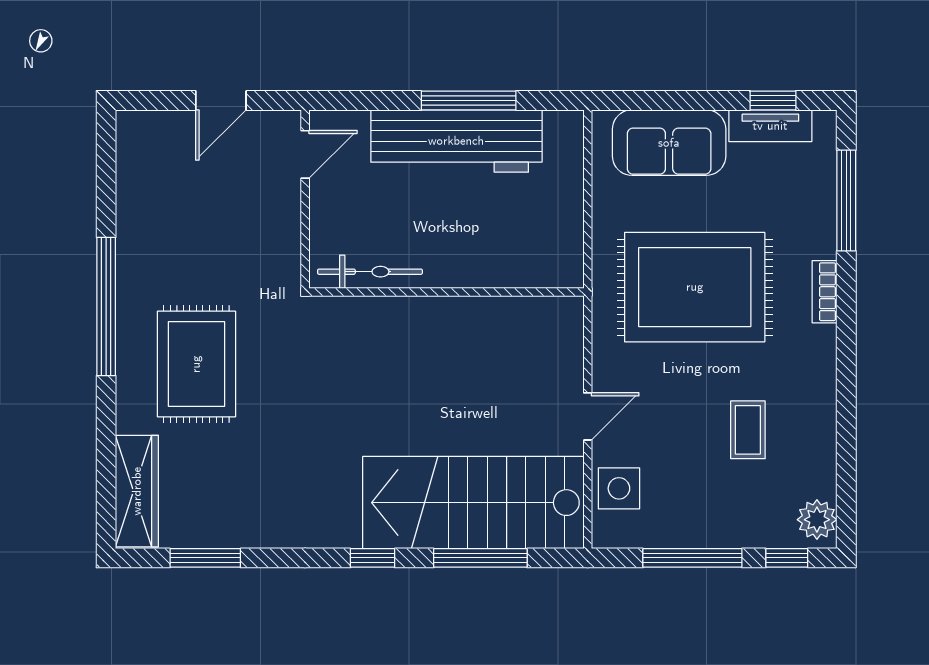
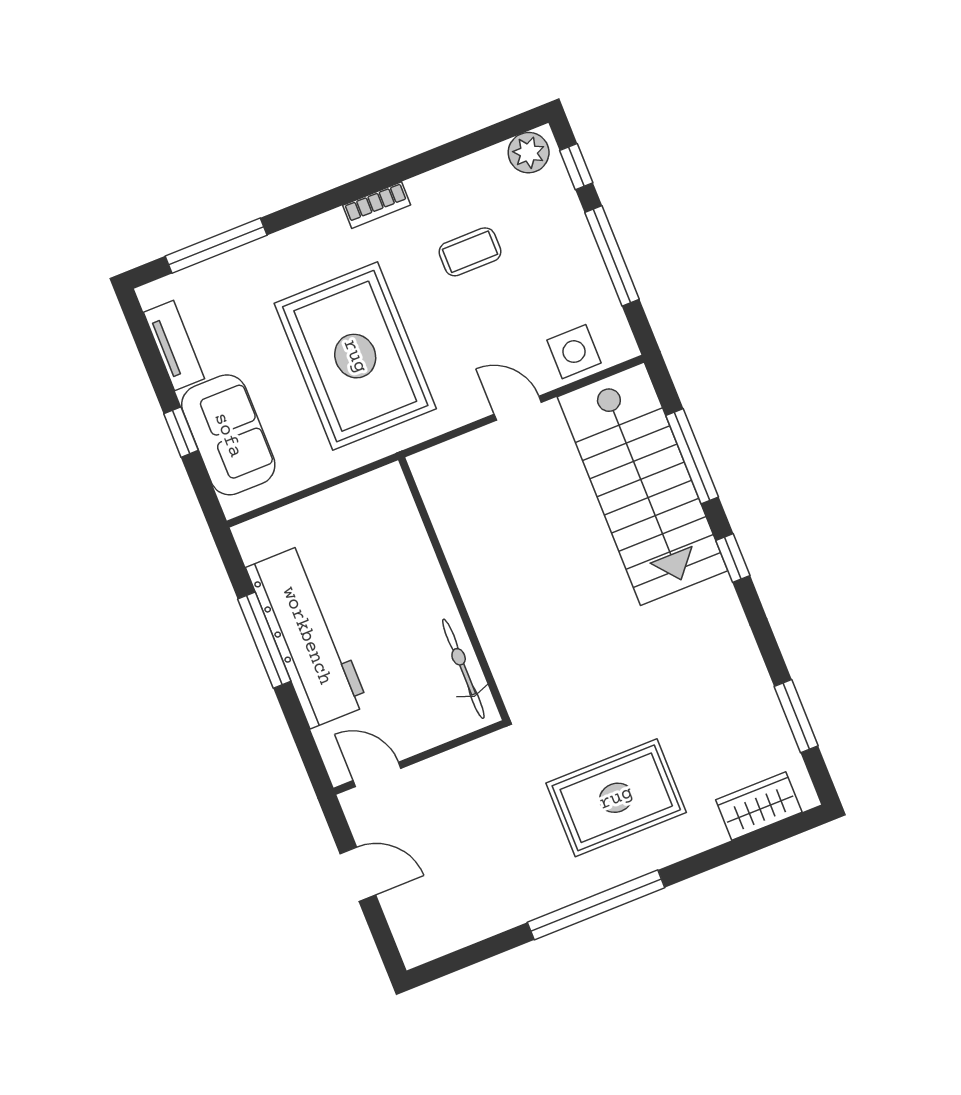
window: (773, 100) -> (181, 432), moved
bookcase: (825, 292) -> (377, 205), moved
wardrobe: (137, 491) -> (759, 806), width x0.67

